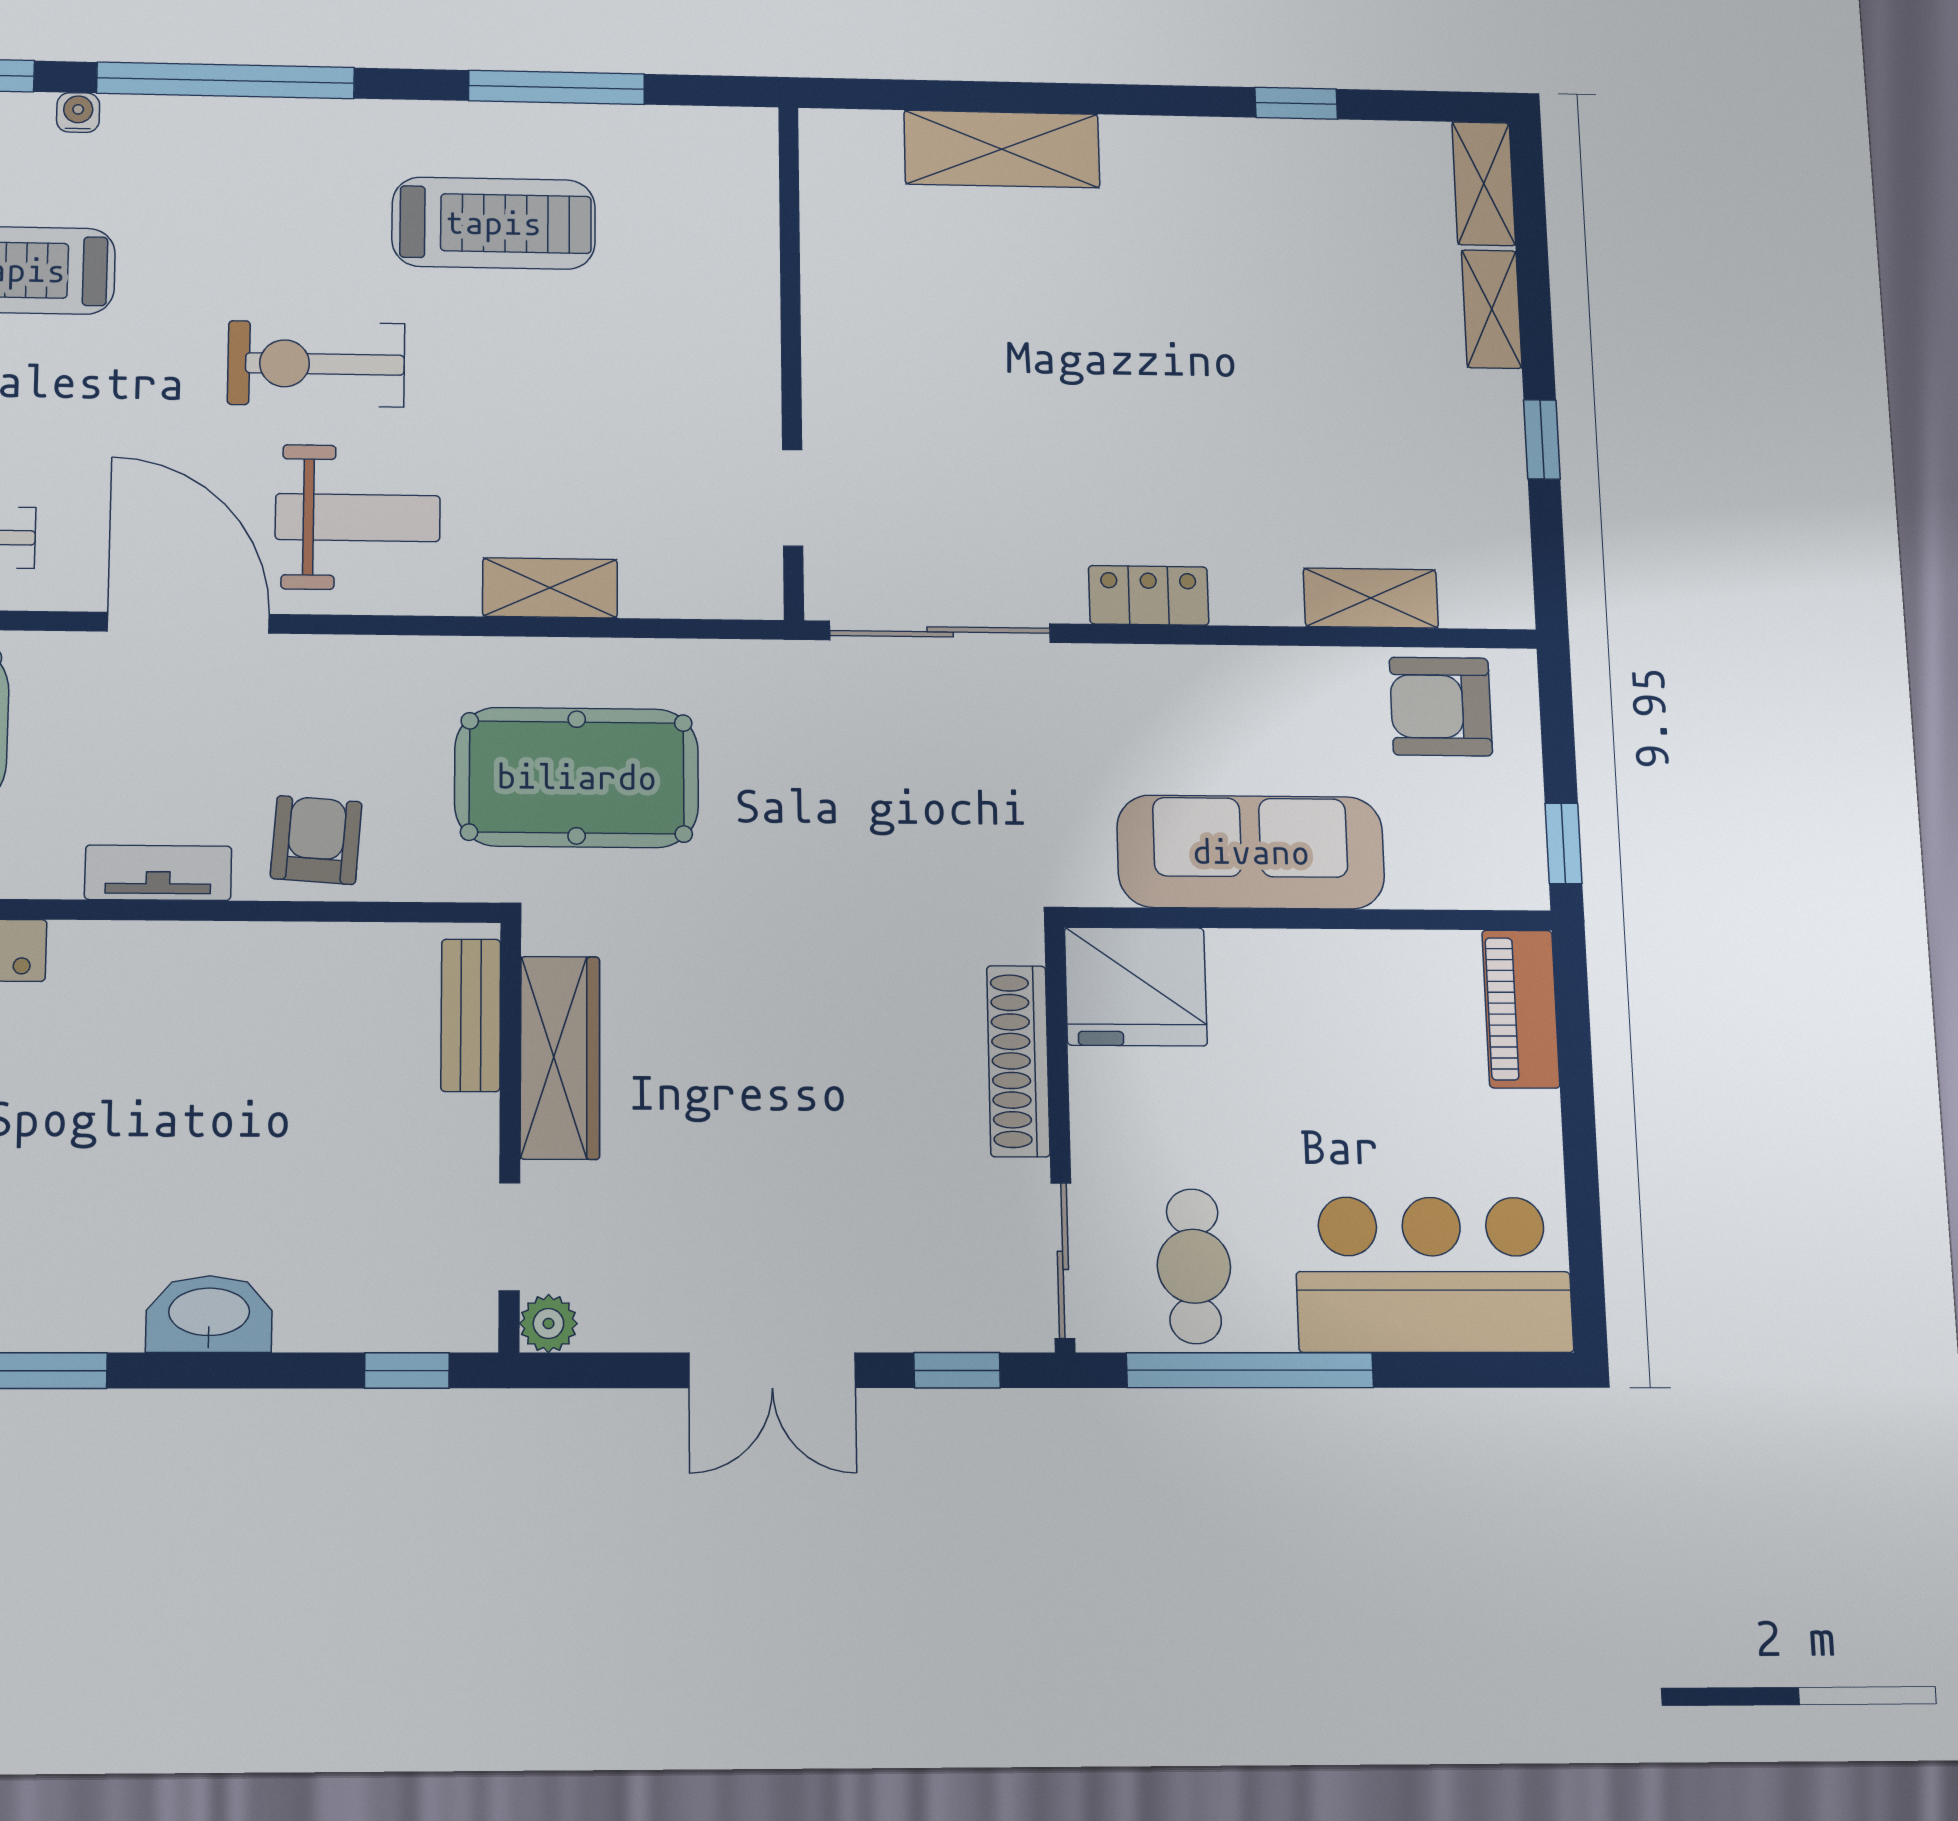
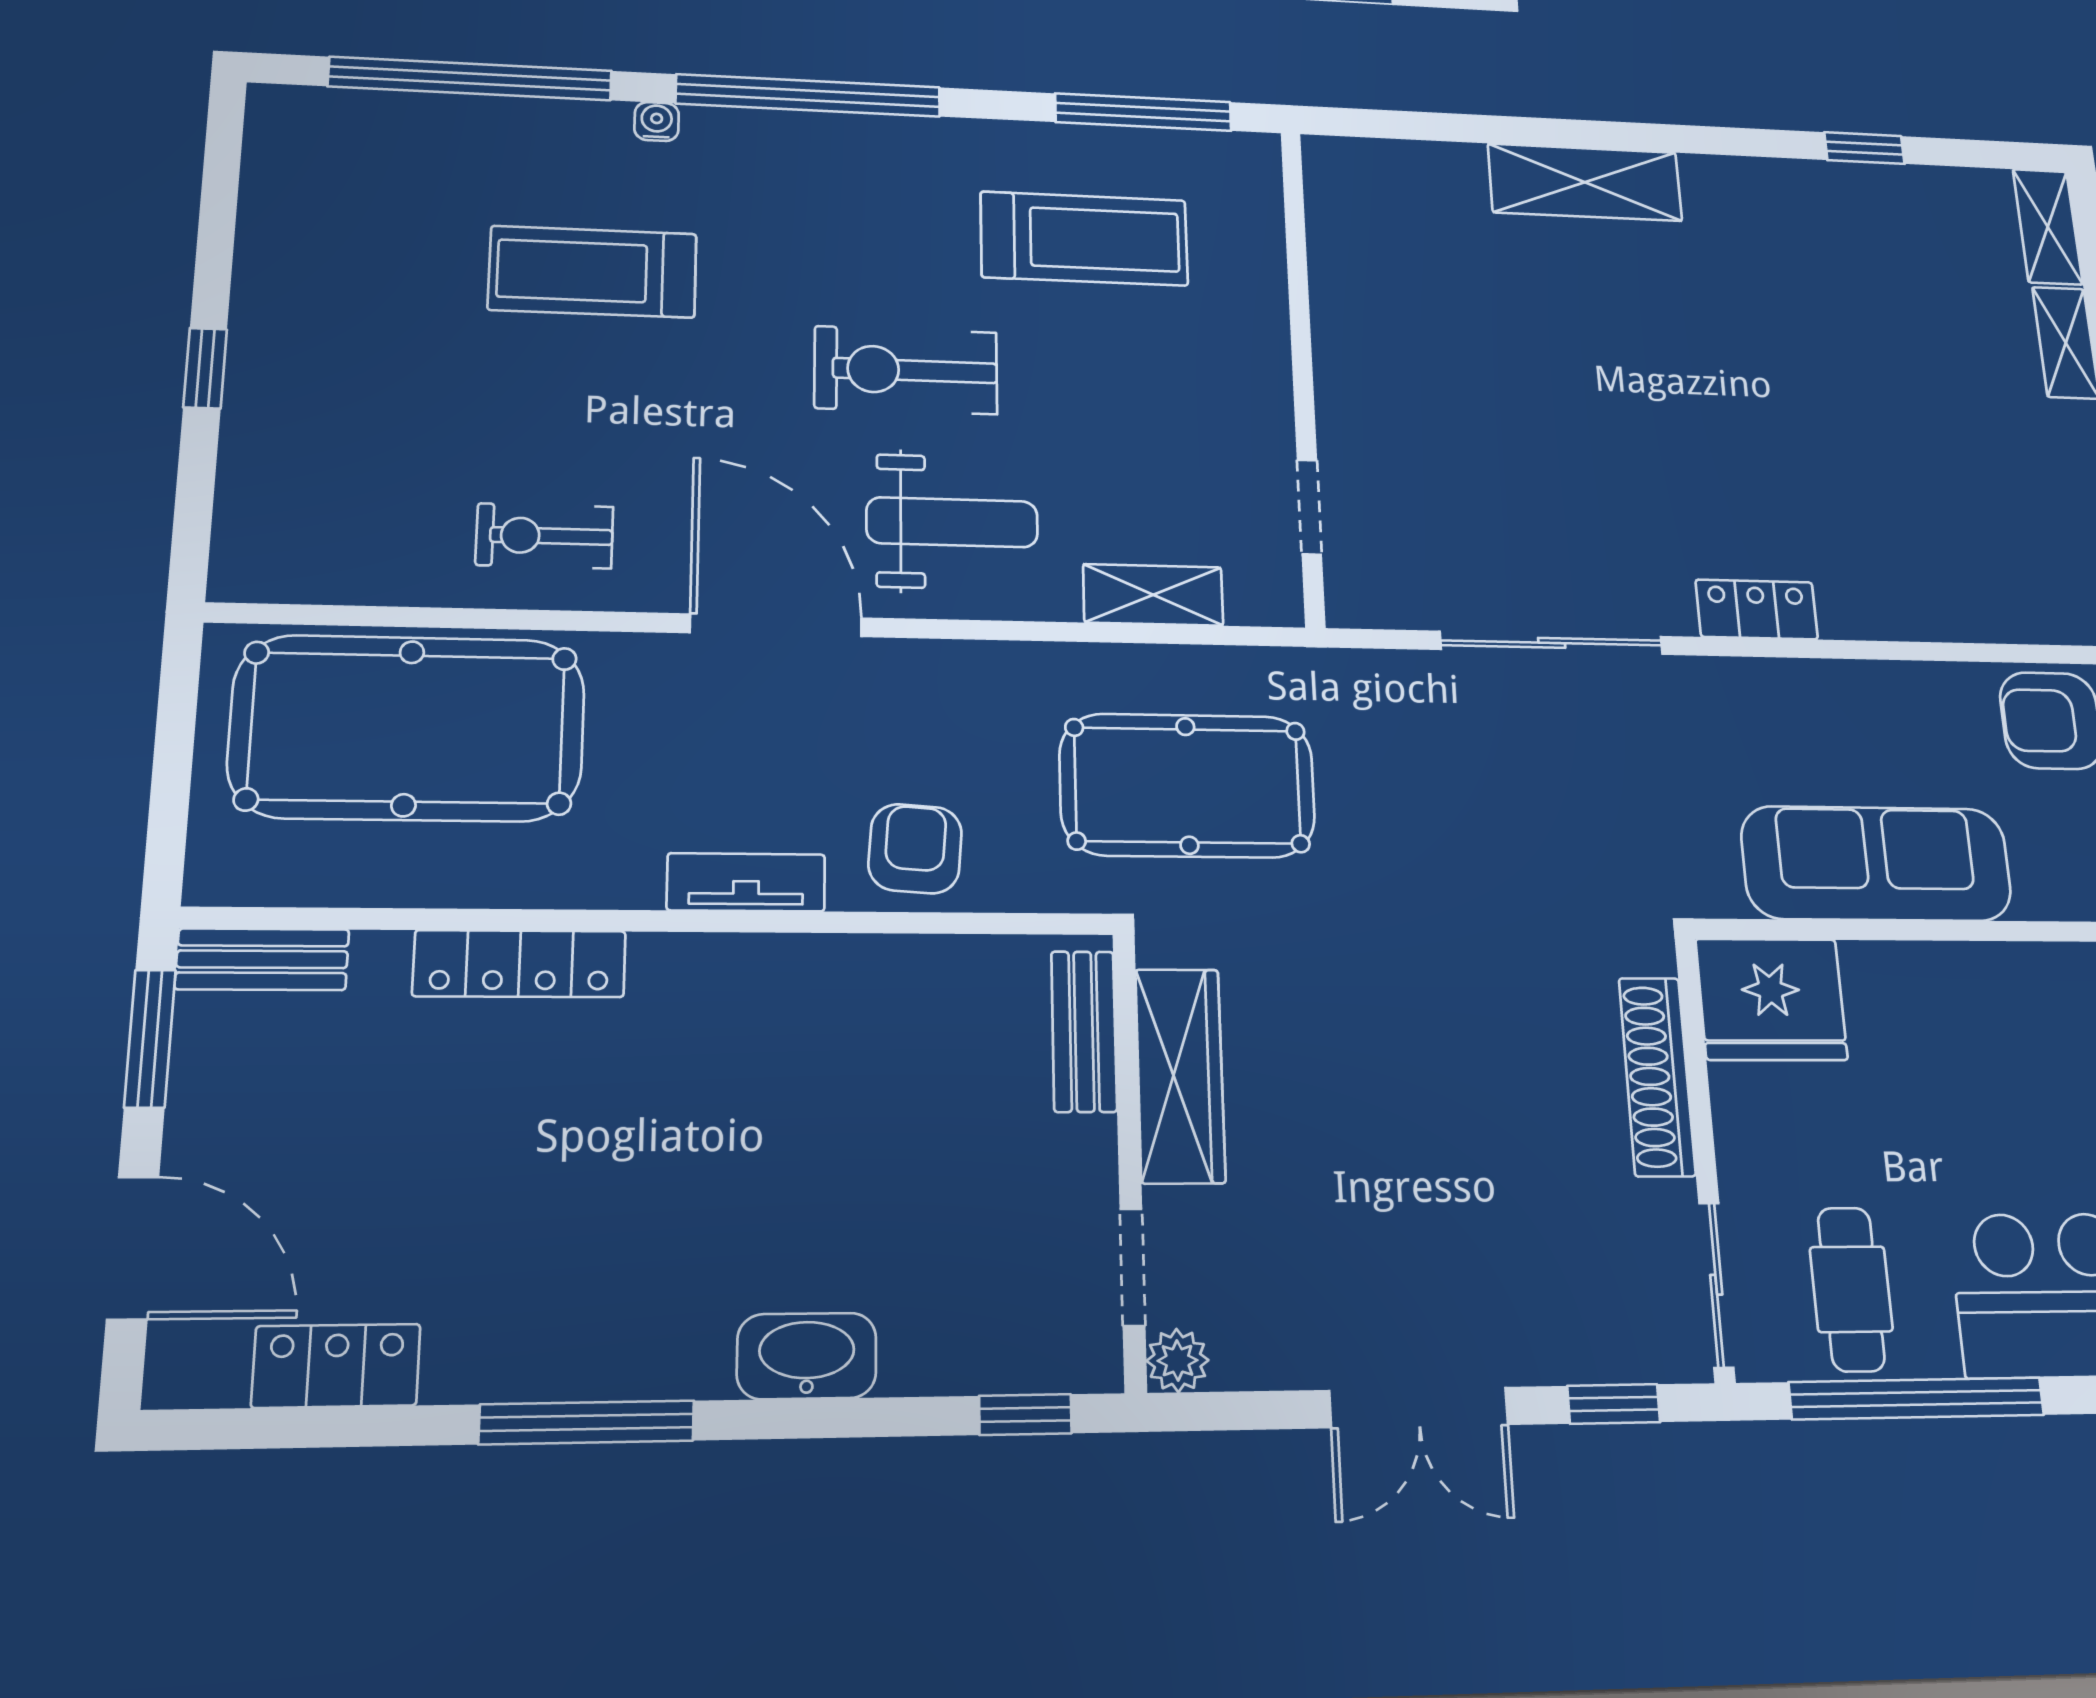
wall: (791, 360) -> (1303, 373), moved
doorway: (793, 498) -> (1309, 507), moved
shelving: (1371, 598) -> (1974, 615), removed

